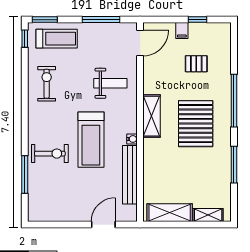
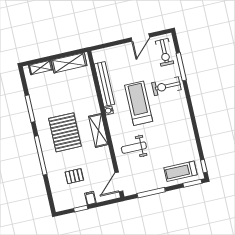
exercise bike: (47, 84) -> (164, 52), moved
door: (103, 225) -> (140, 38), moved

